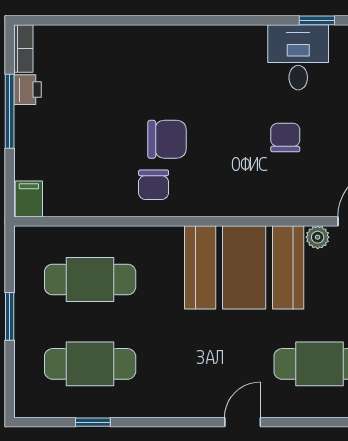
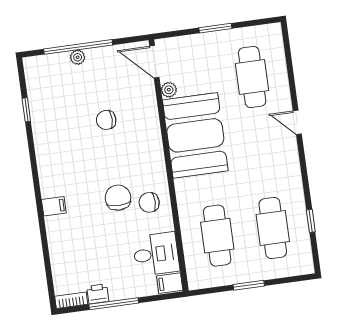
filing cabinet: (167, 42) -> (54, 206), added
desk: (298, 57) -> (156, 254), moved, turned 180
chair: (154, 185) -> (149, 202), turned 180

